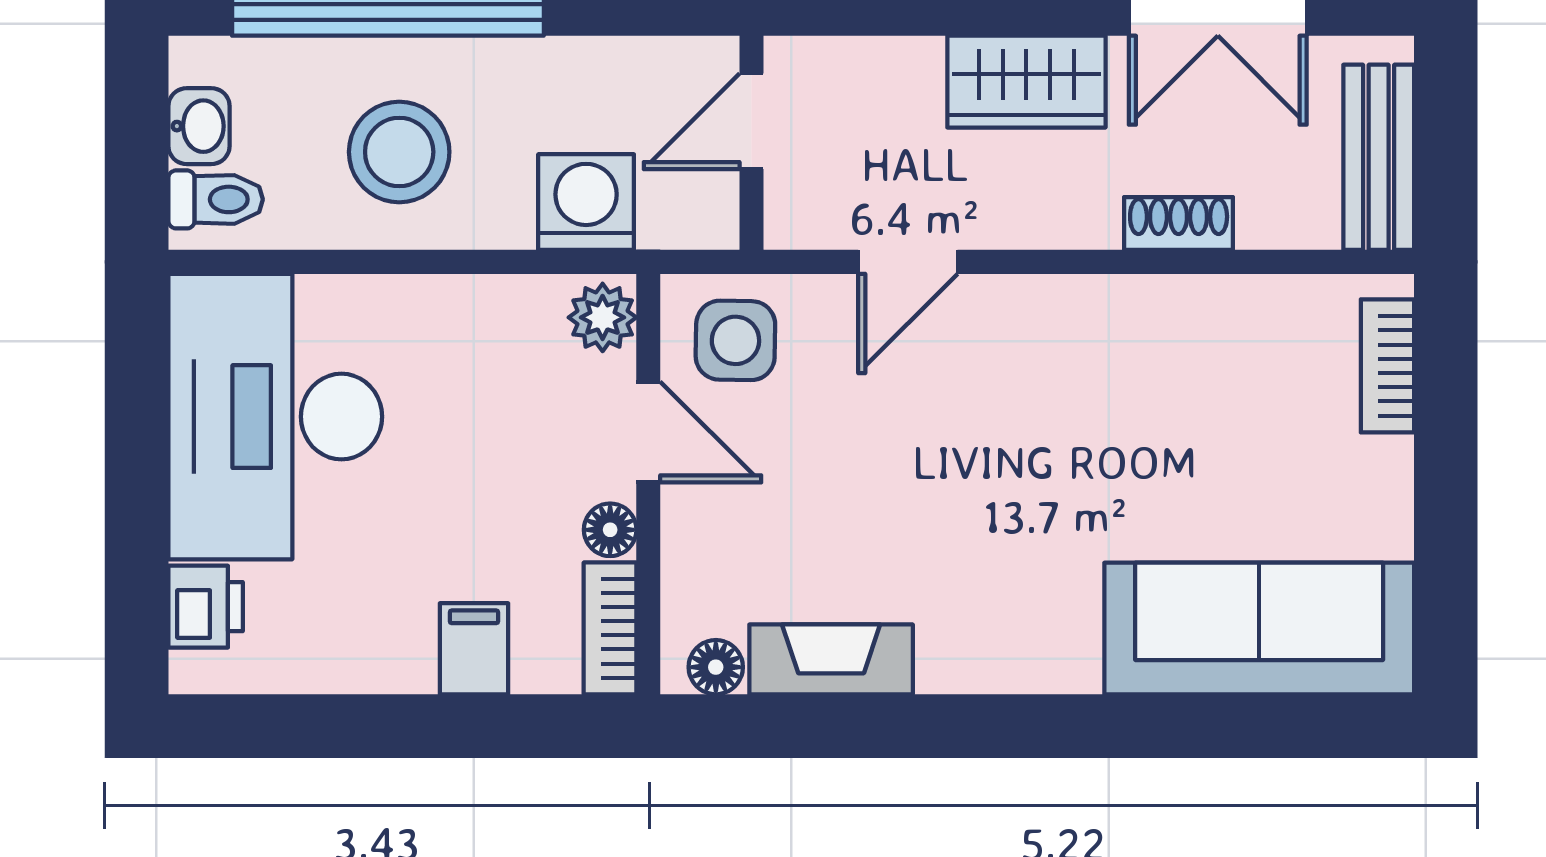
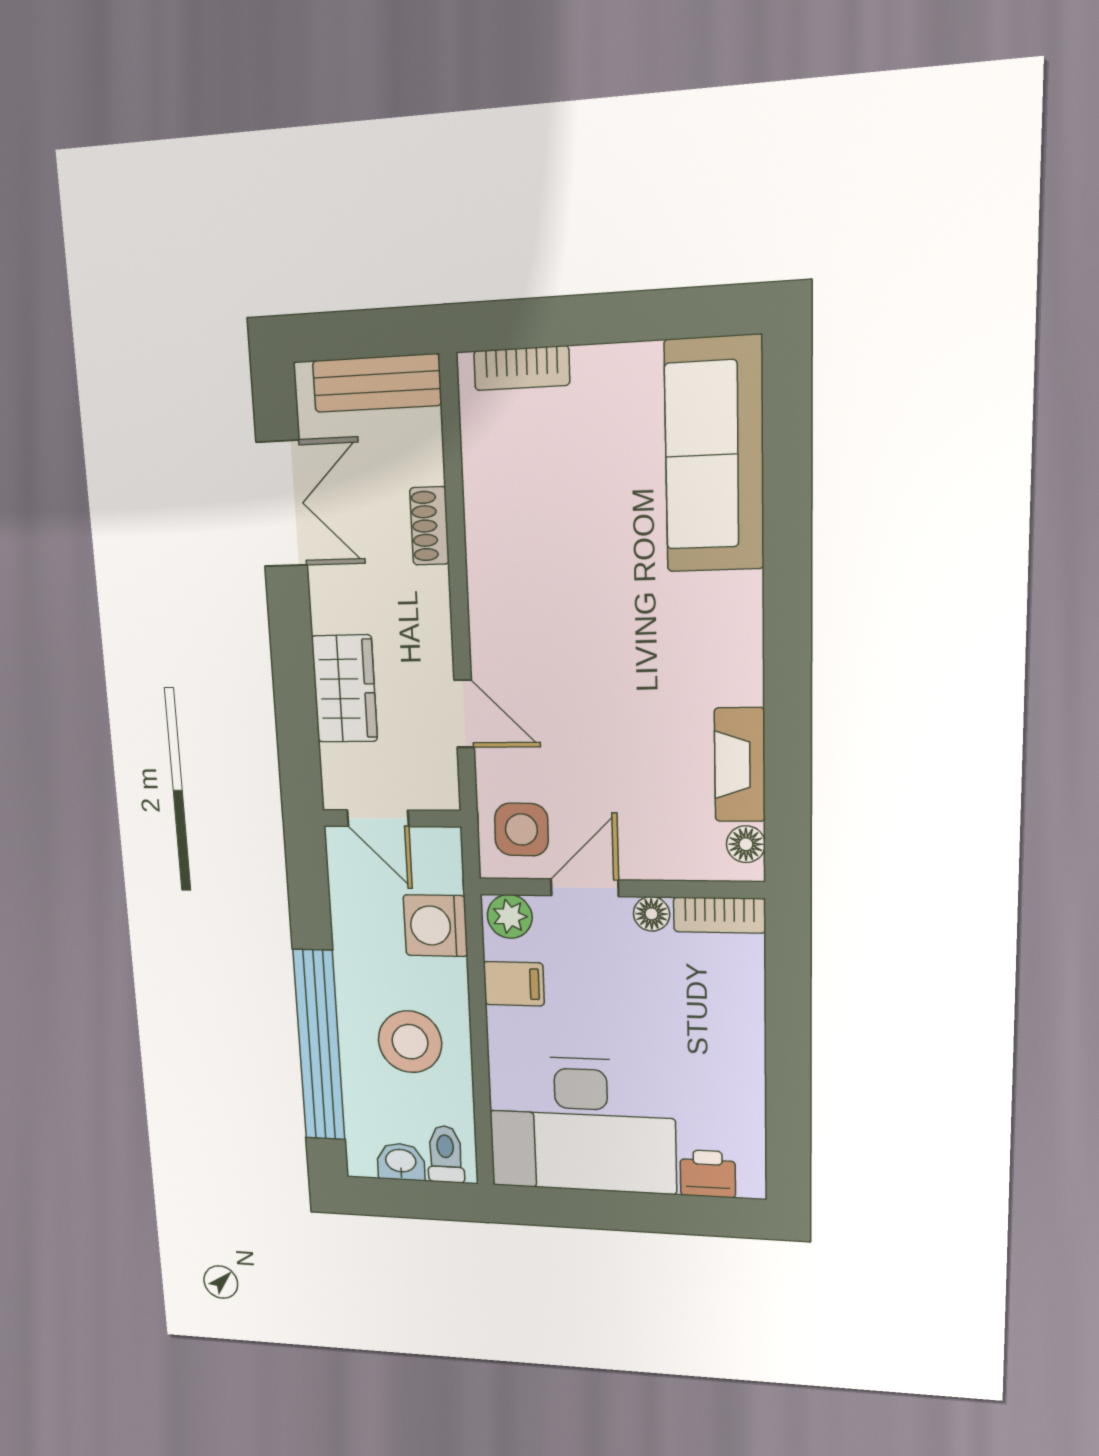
wardrobe: (1026, 82) -> (344, 689), moved
filing cabinet: (474, 649) -> (514, 984), moved, turned 180

